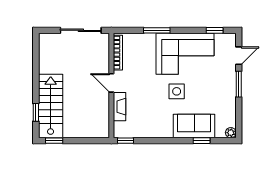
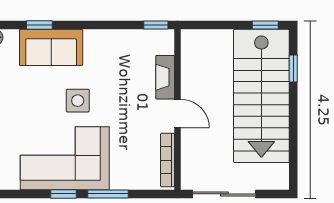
window: (215, 30) -> (63, 194), moved
stairs: (51, 106) -> (261, 96), width x1.36, depth x1.51

